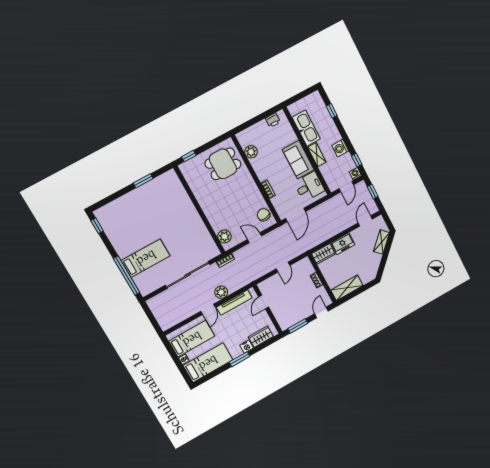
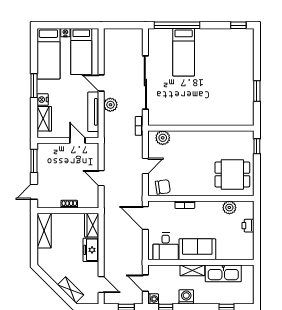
printer: (273, 120) -> (248, 226), moved
dining table: (223, 164) -> (232, 174), turned 90
door: (321, 312) -> (34, 192), swing flipped

